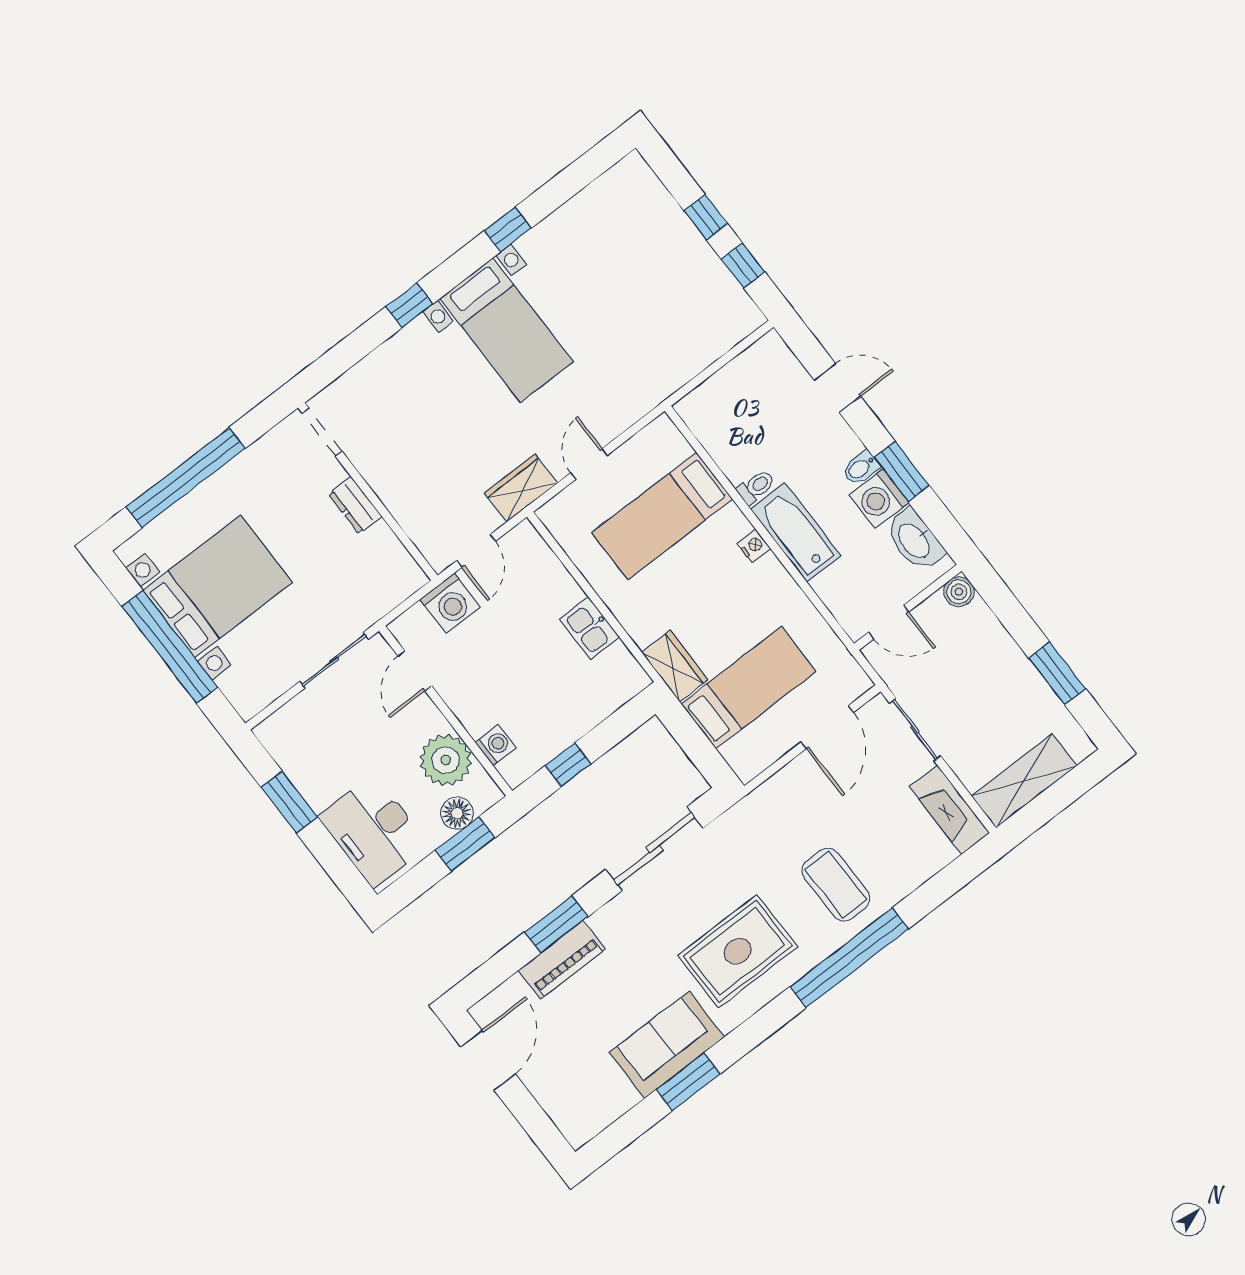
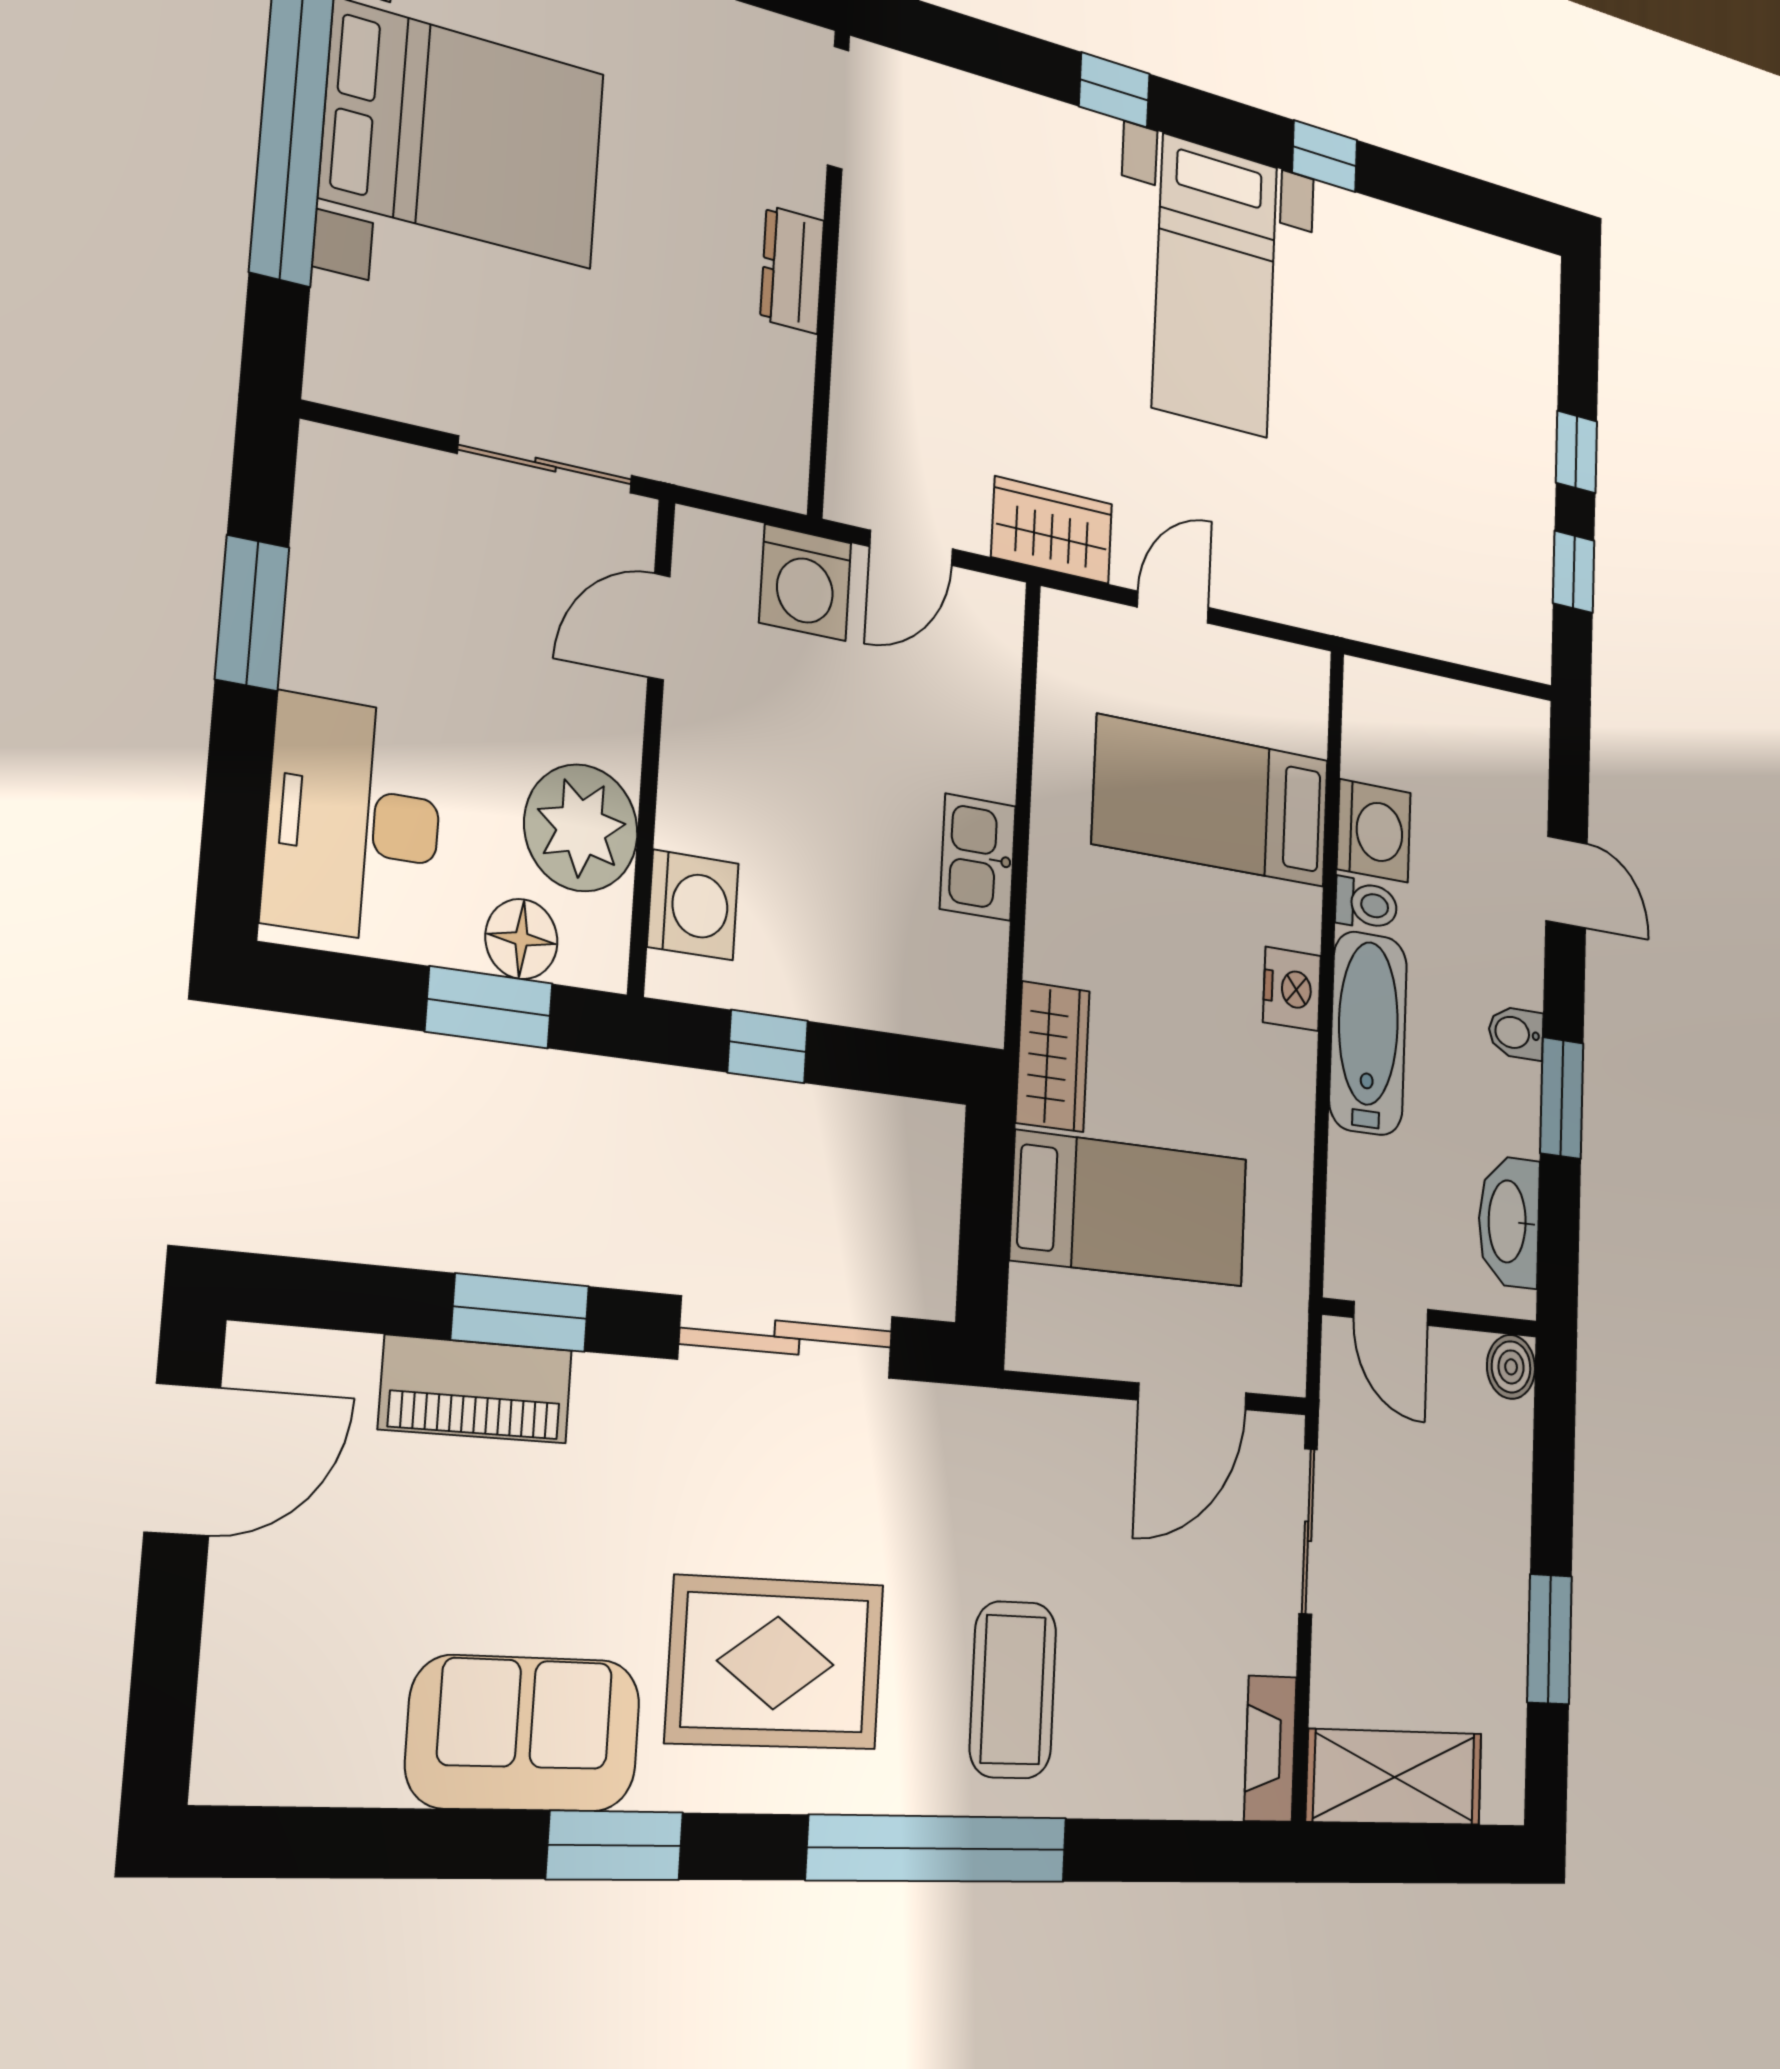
washing machine: (879, 499) -> (1374, 831), moved, turned 180
nightstand: (754, 546) -> (1292, 989), width x1.39, depth x1.35
washing machine: (496, 745) -> (693, 905), width x1.38, depth x1.38
fireplace: (949, 810) -> (1270, 1749), width x0.73, depth x0.76
window: (688, 1082) -> (615, 1846), moved

